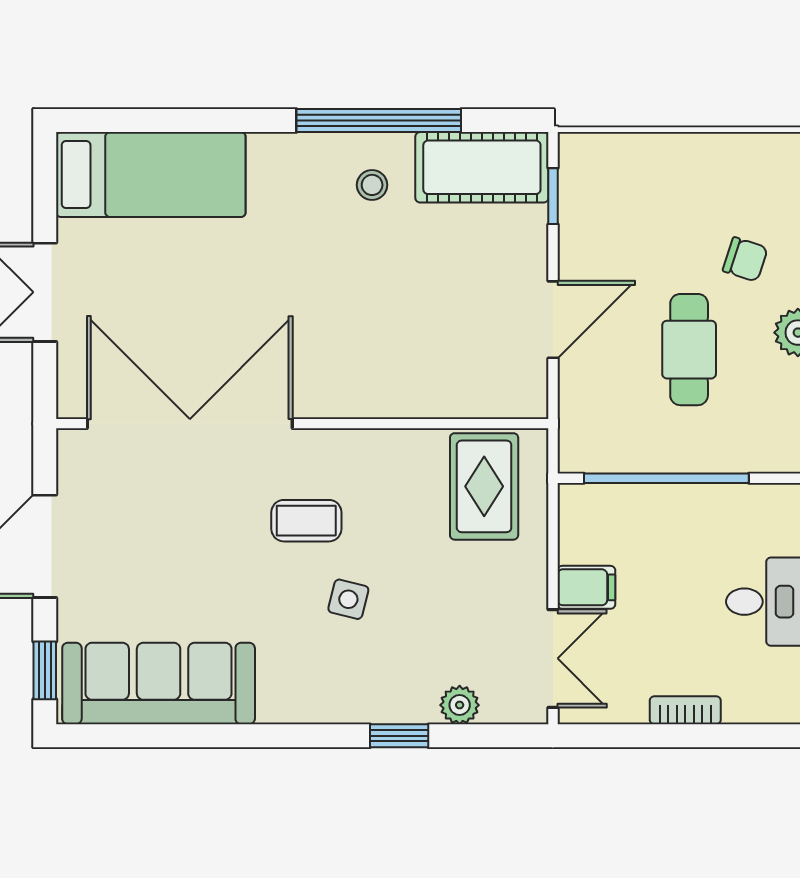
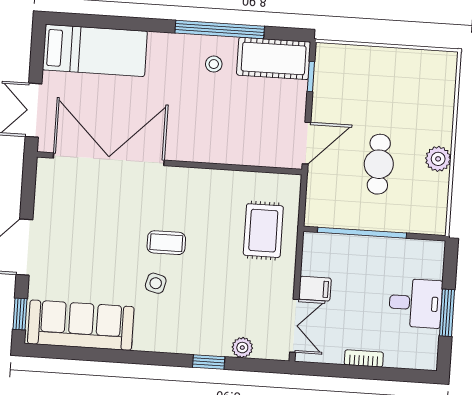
chair: (745, 259) -> (412, 118), removed
double door: (190, 424) -> (109, 159), moved
wall: (302, 424) -> (169, 163), moved
side table: (348, 599) -> (156, 283), moved

